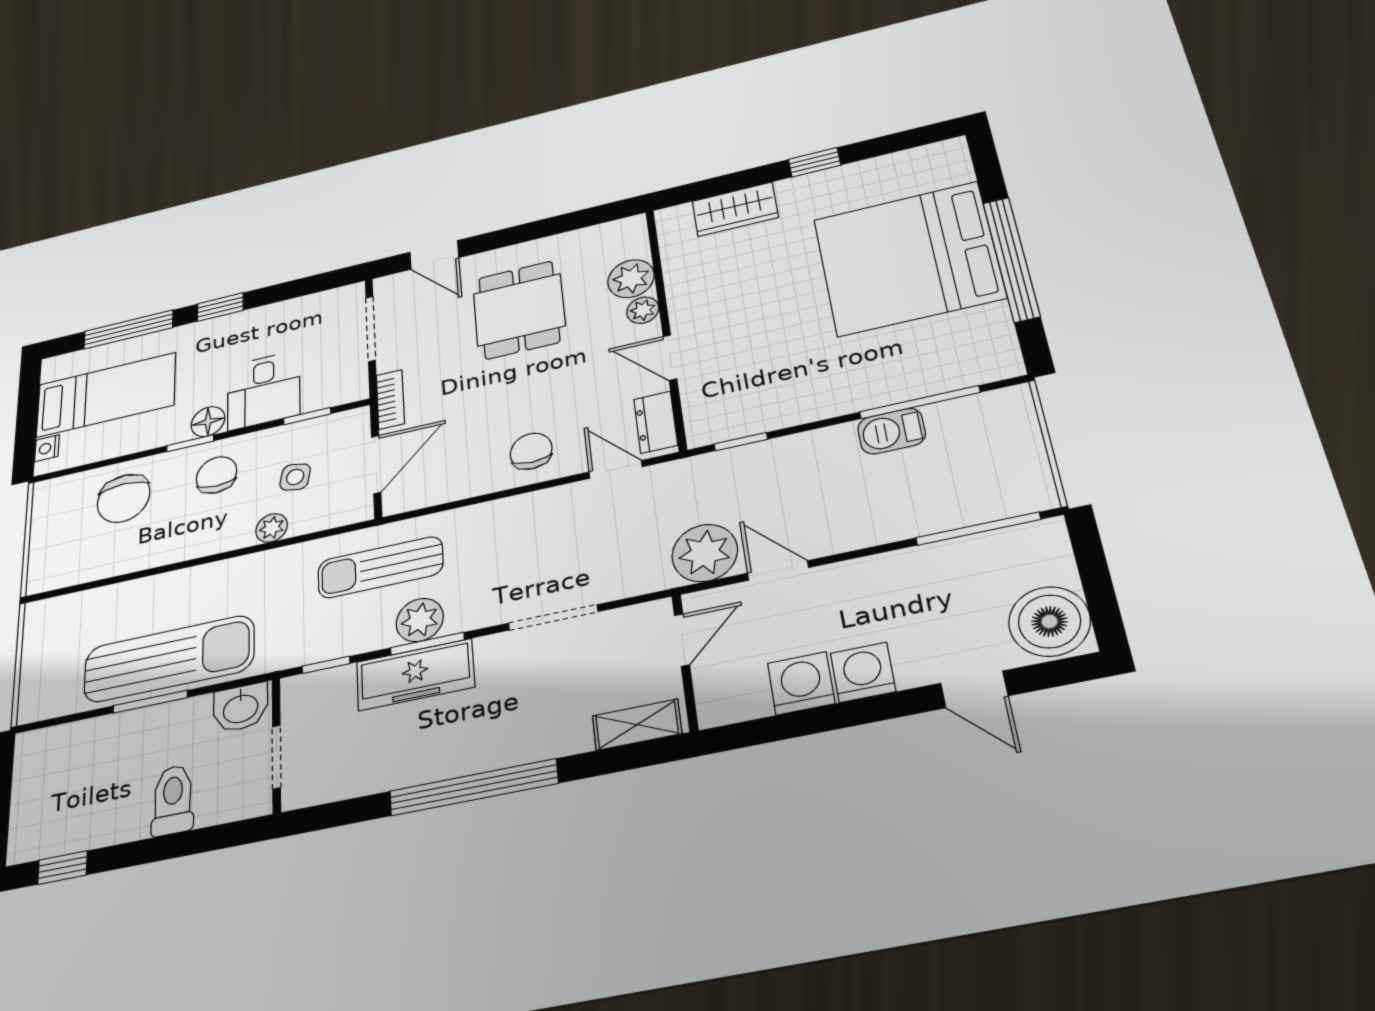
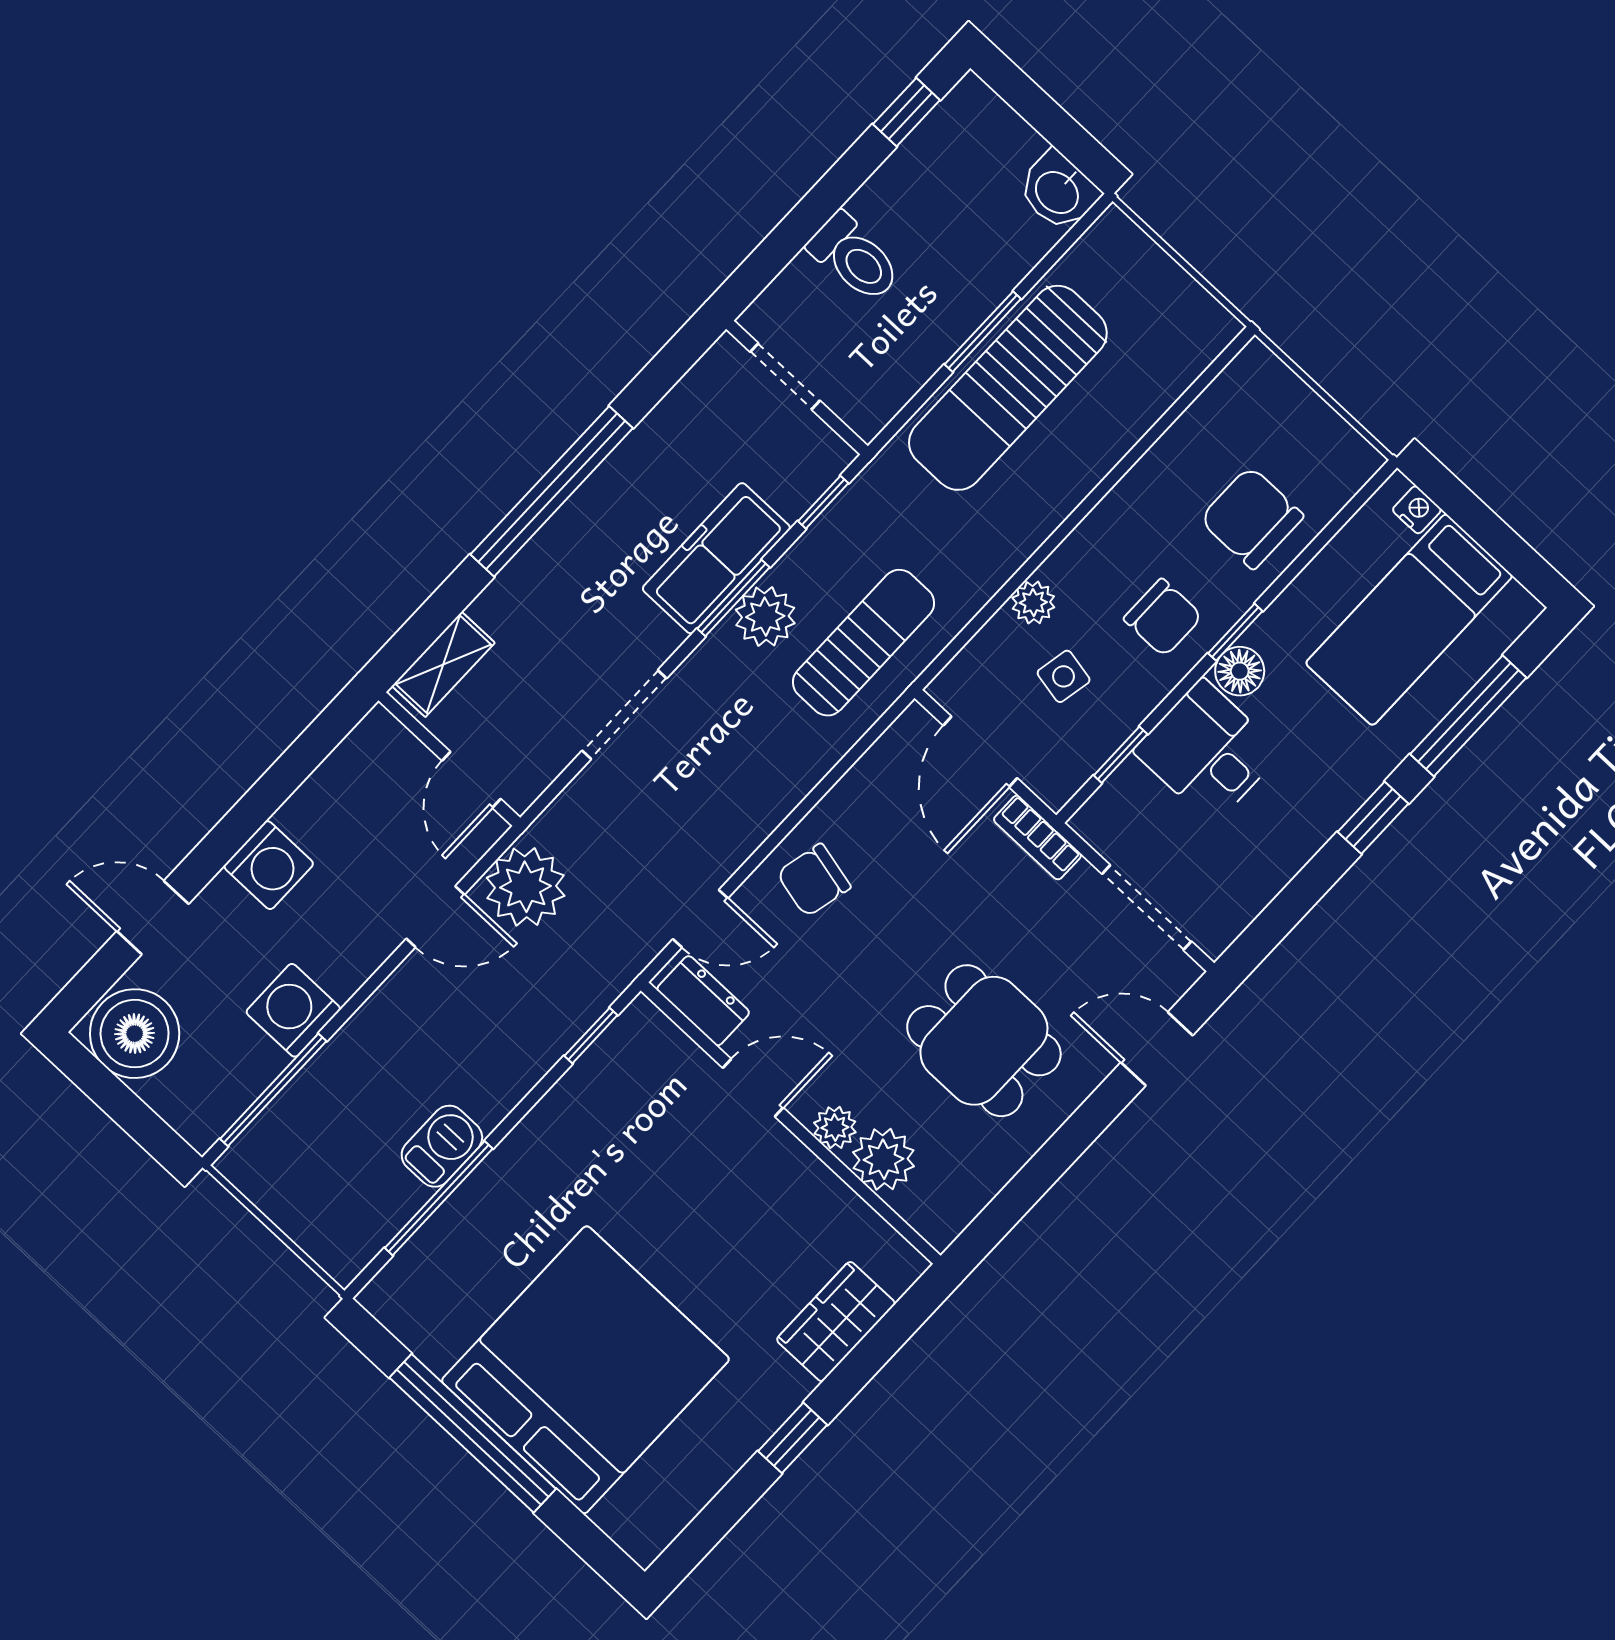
chair: (531, 451) -> (814, 880), turned 103
washing machine: (801, 683) -> (293, 1010), moved, turned 180
washbasin: (241, 708) -> (1058, 191), moved, turned -90

